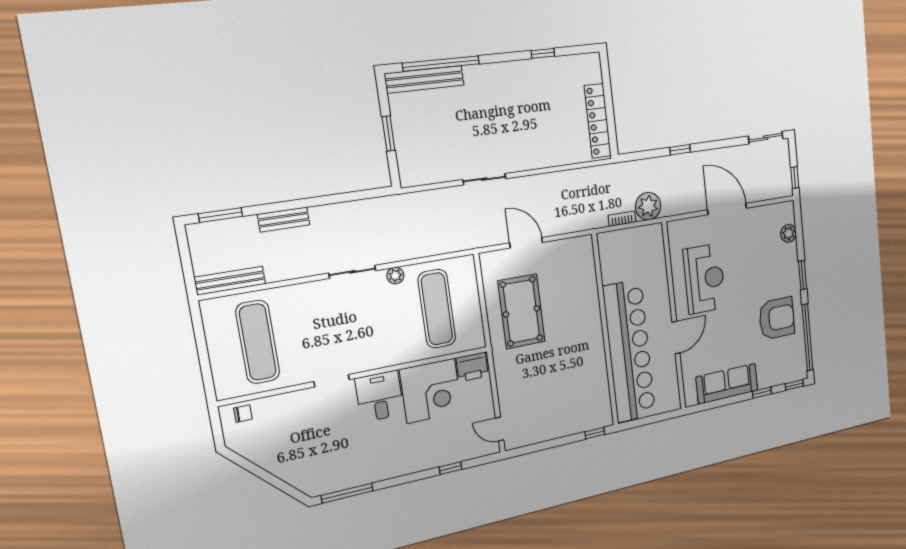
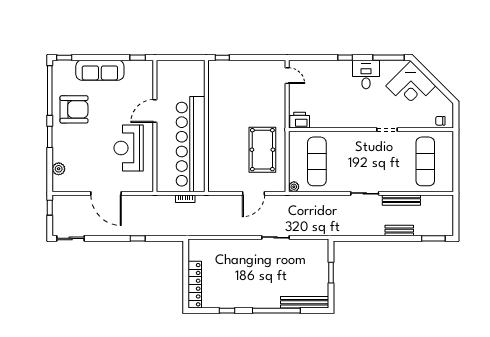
window: (441, 64) -> (276, 311), moved
locker: (598, 121) -> (195, 285), moved
plant: (648, 206) -> (165, 204), removed
door: (526, 243) -> (253, 193), hinge flipped
plant: (395, 276) -> (294, 187), moved
bench: (230, 281) -> (401, 200), moved
armchair: (777, 318) -> (74, 109), turned 180
bar counter: (629, 351) -> (191, 144), moved
sofa: (727, 384) -> (100, 70), moved
corner desk: (431, 391) -> (411, 86), moved, turned -135
window: (762, 393) -> (138, 58), moved
desk: (380, 396) -> (366, 74), moved, turned 180
window: (451, 468) -> (345, 58), moved

